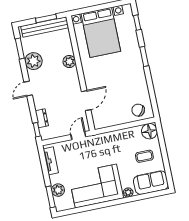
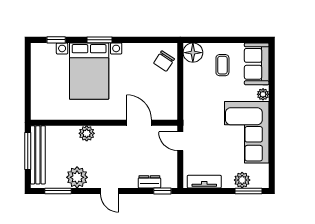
window: (46, 18) -> (28, 151), width x1.44
bed with nightstands: (101, 32) -> (89, 71), moved, turned 90

